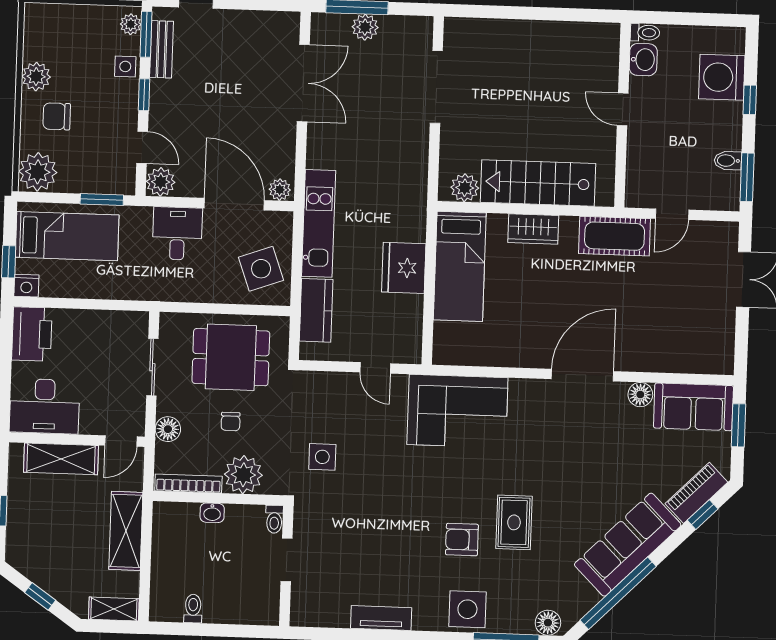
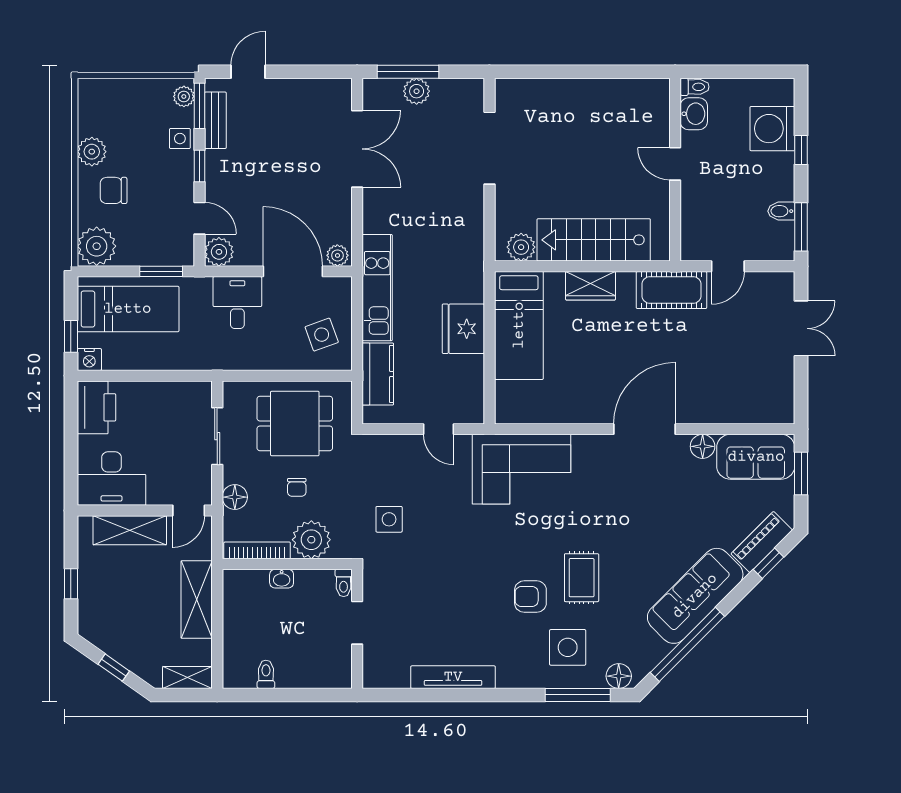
side table: (261, 269) -> (322, 335), width x0.73, depth x0.73
side table: (467, 609) -> (568, 647), moved
tv unit: (381, 618) -> (453, 677), width x1.41

